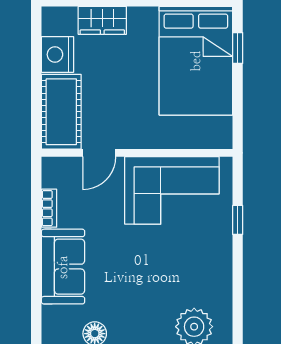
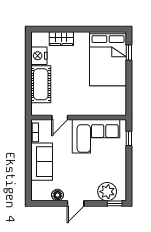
door: (99, 153) -> (60, 118), moved
wall: (137, 153) -> (79, 118), moved
corner sofa: (172, 190) -> (96, 136), moved

